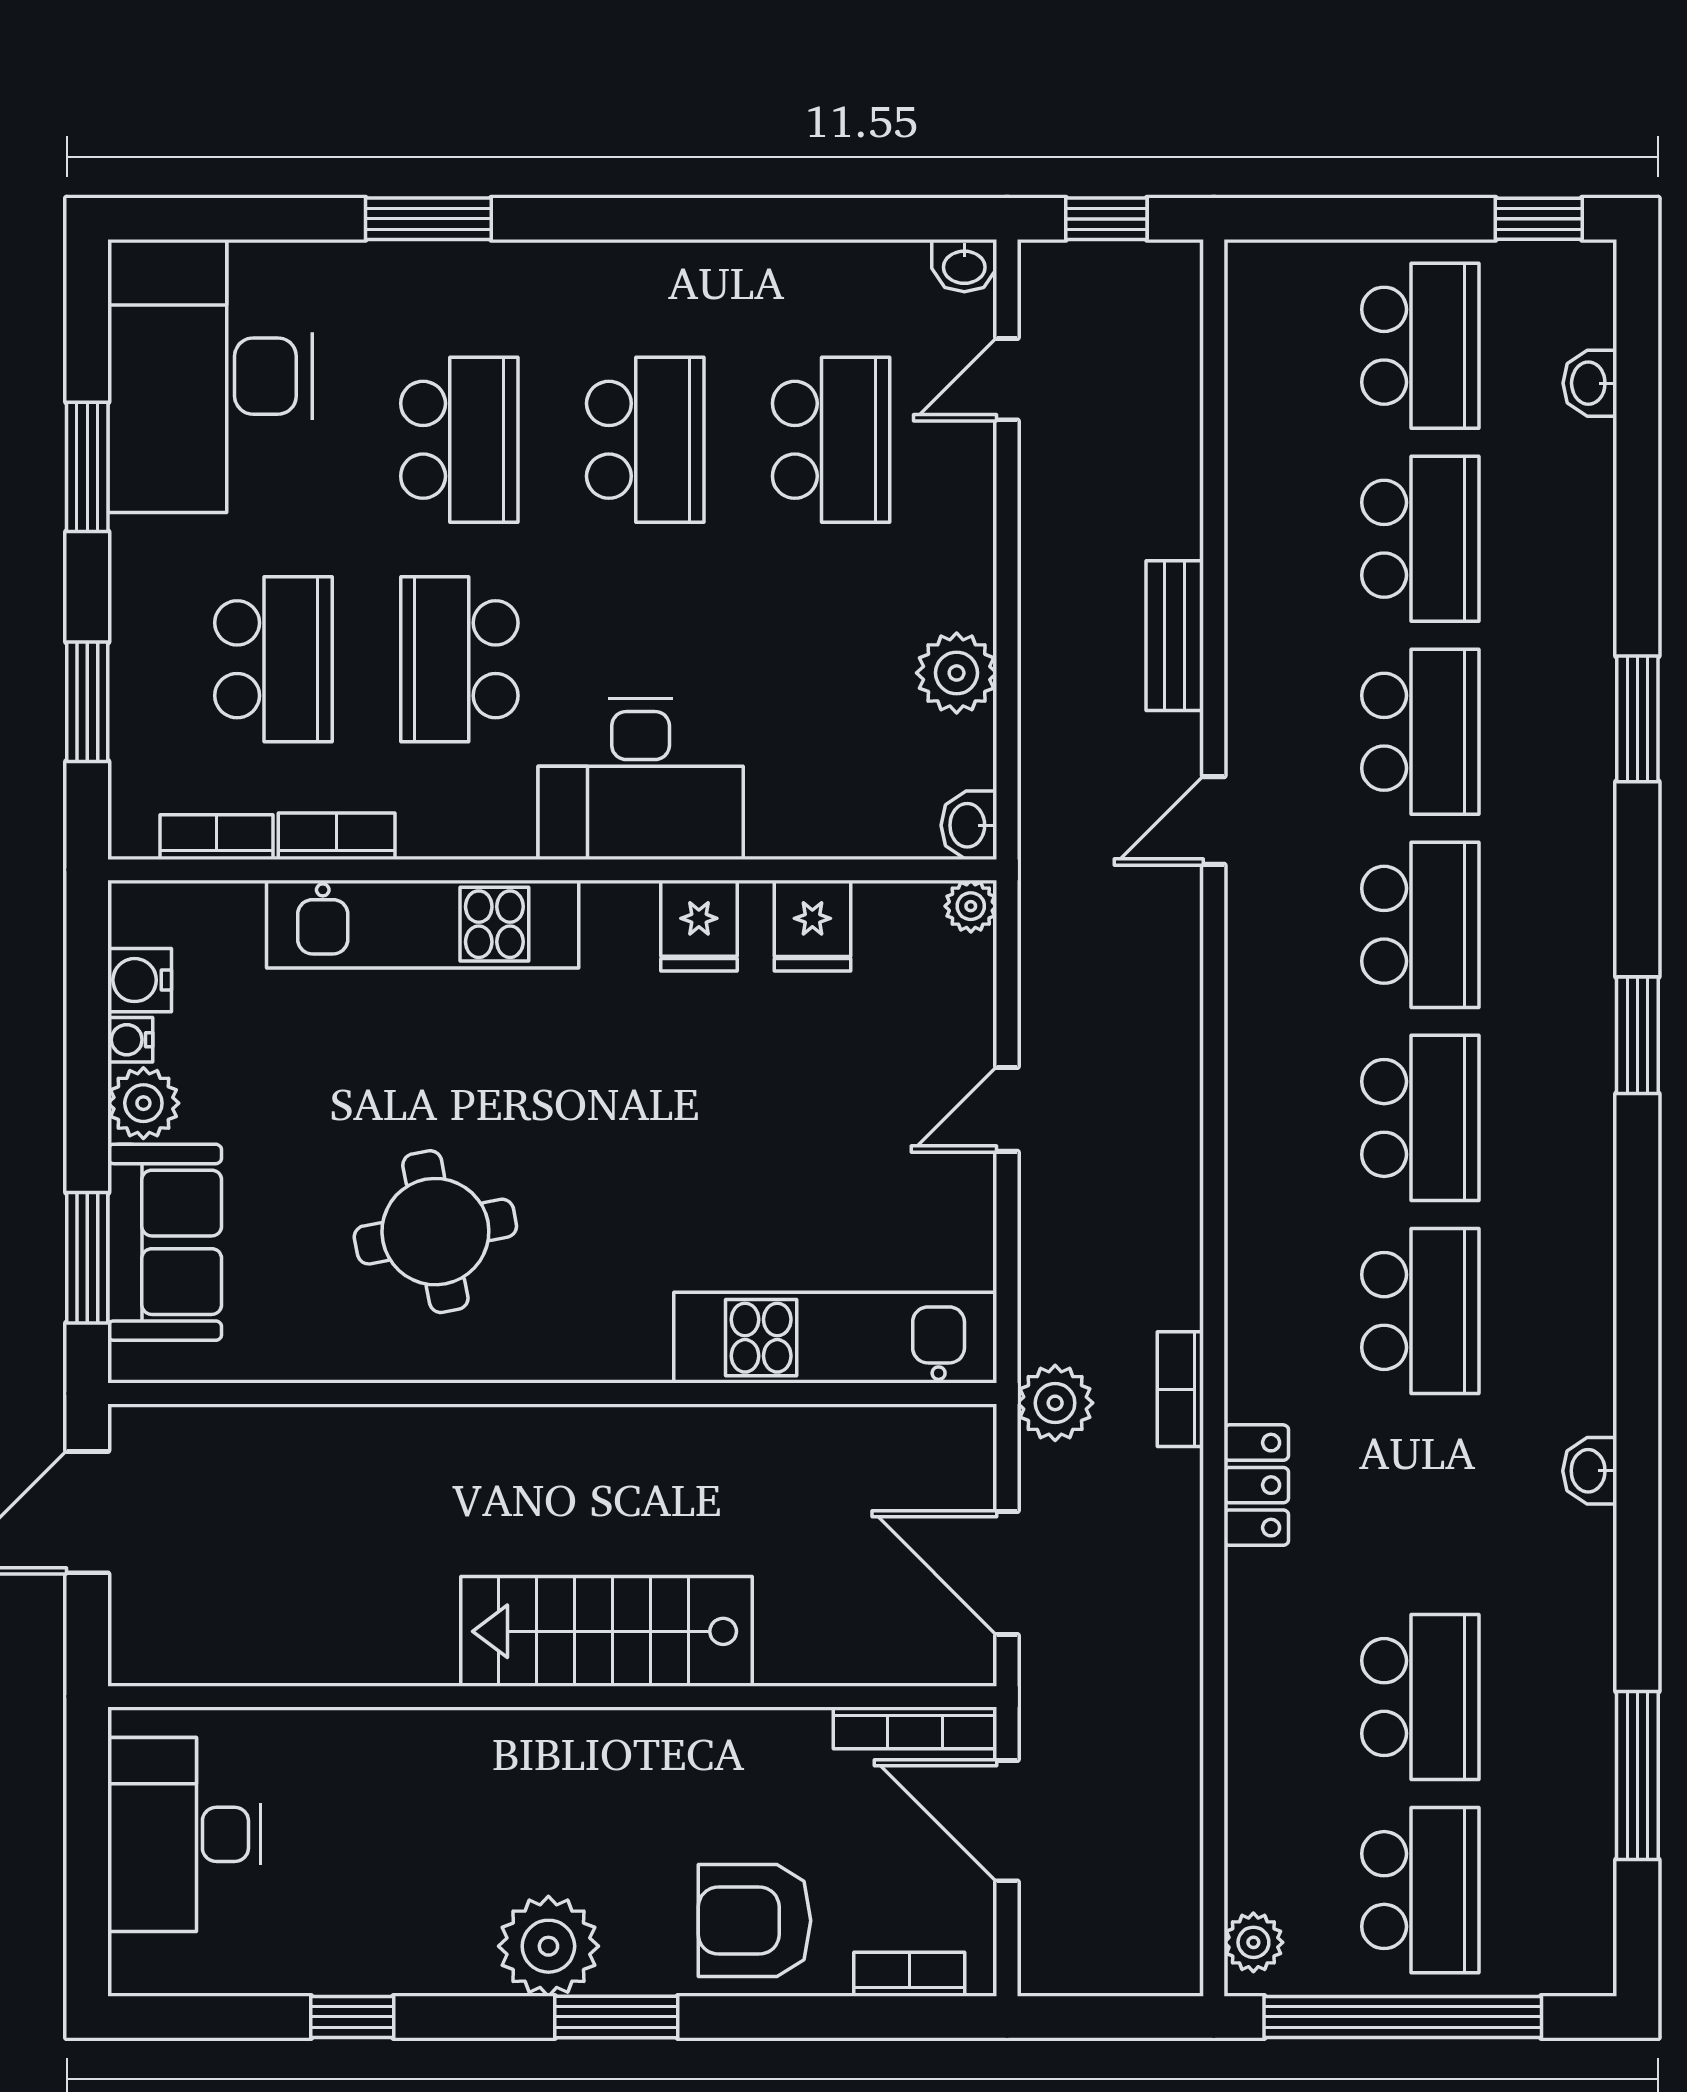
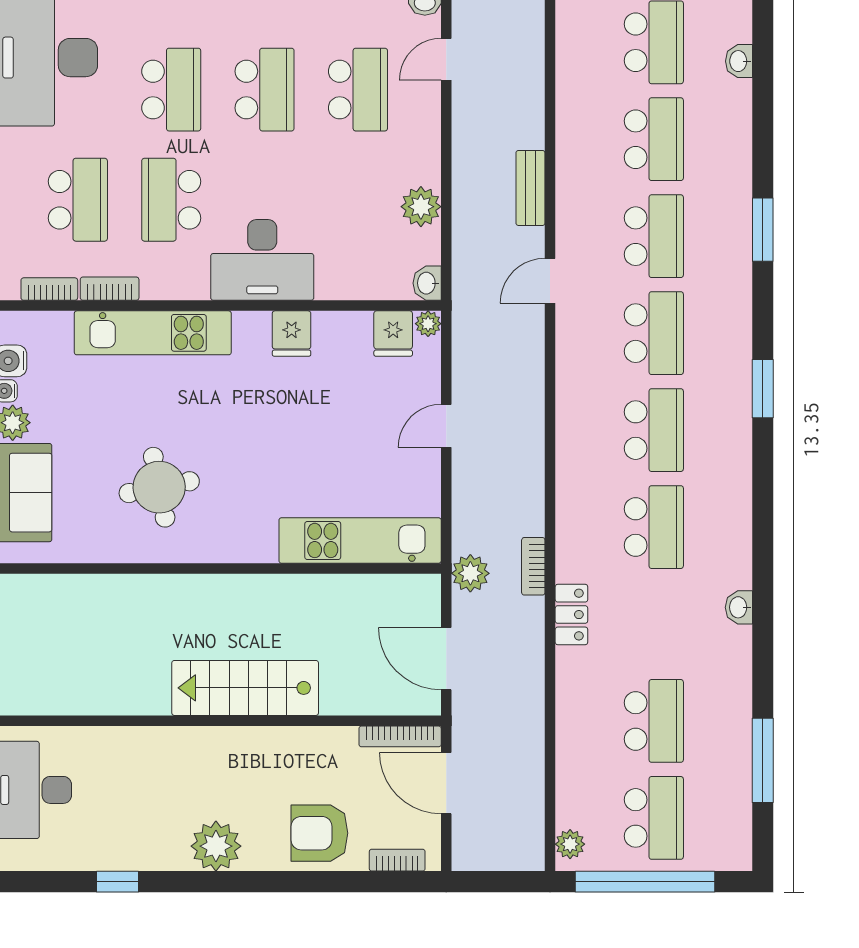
fridge: (812, 926) -> (393, 334), moved
window: (616, 2017) -> (250, 882), removed

